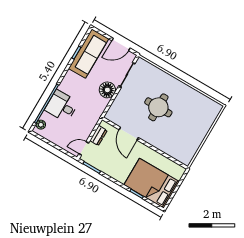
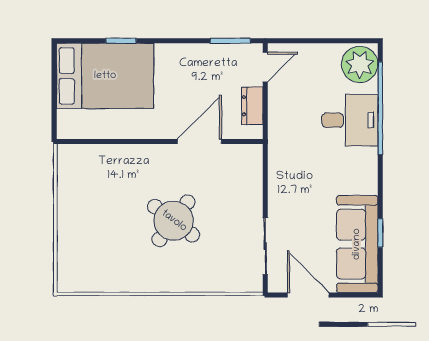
door: (121, 44) -> (308, 295), hinge flipped
floor lamp: (107, 90) -> (284, 198), removed
round table: (158, 107) -> (174, 221), turned 37
plant: (41, 125) -> (360, 64), width x1.87, depth x1.87
door: (129, 134) -> (199, 142), hinge flipped

